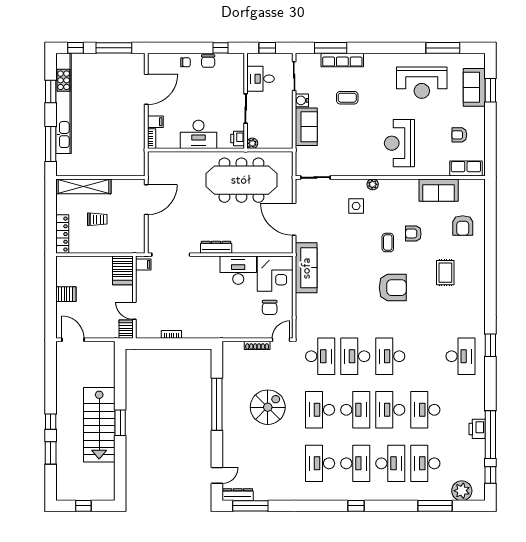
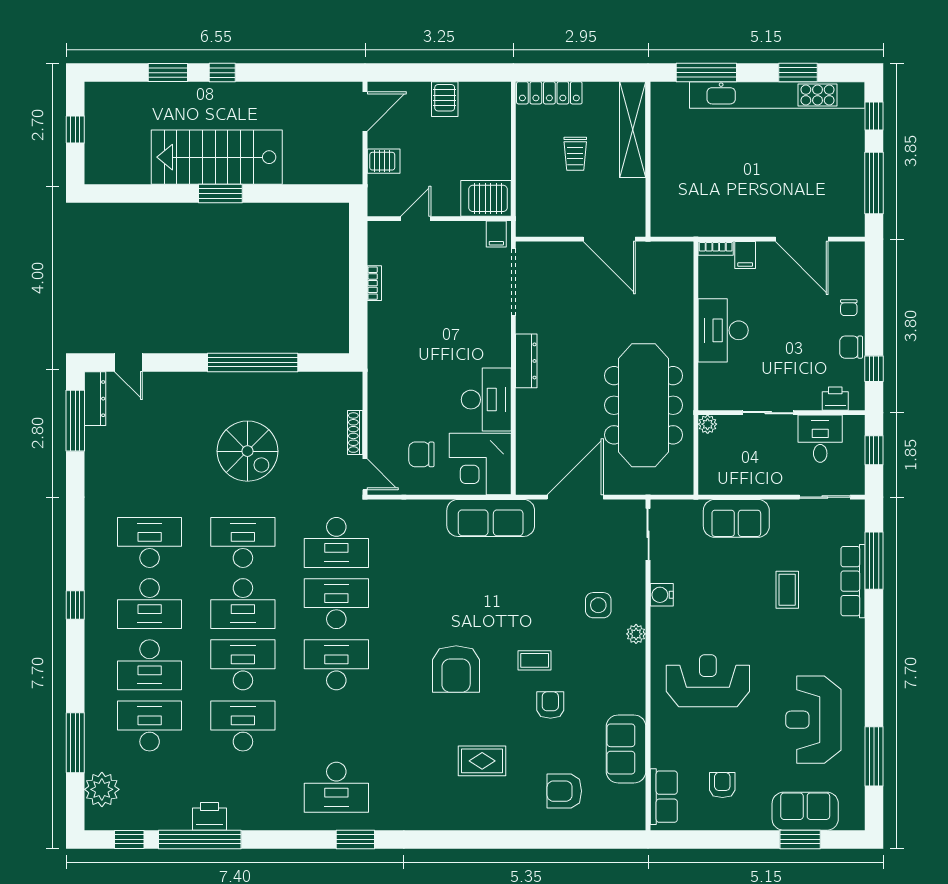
water cooler: (302, 100) -> (662, 595), moved, turned -90
printer: (238, 139) -> (835, 399), moved
server rack: (126, 329) -> (384, 161), moved

